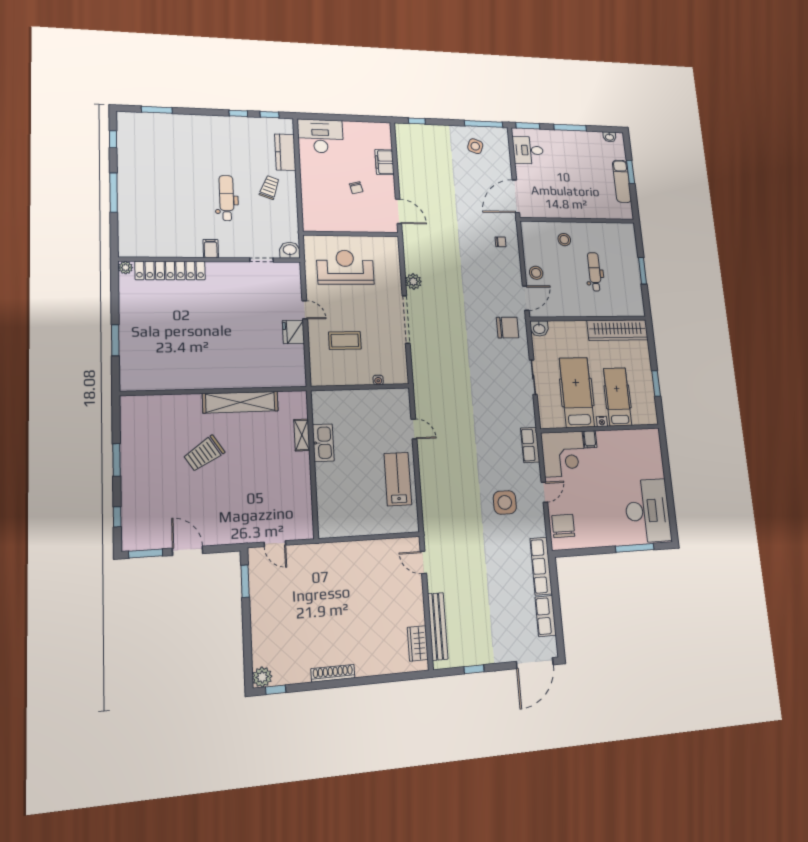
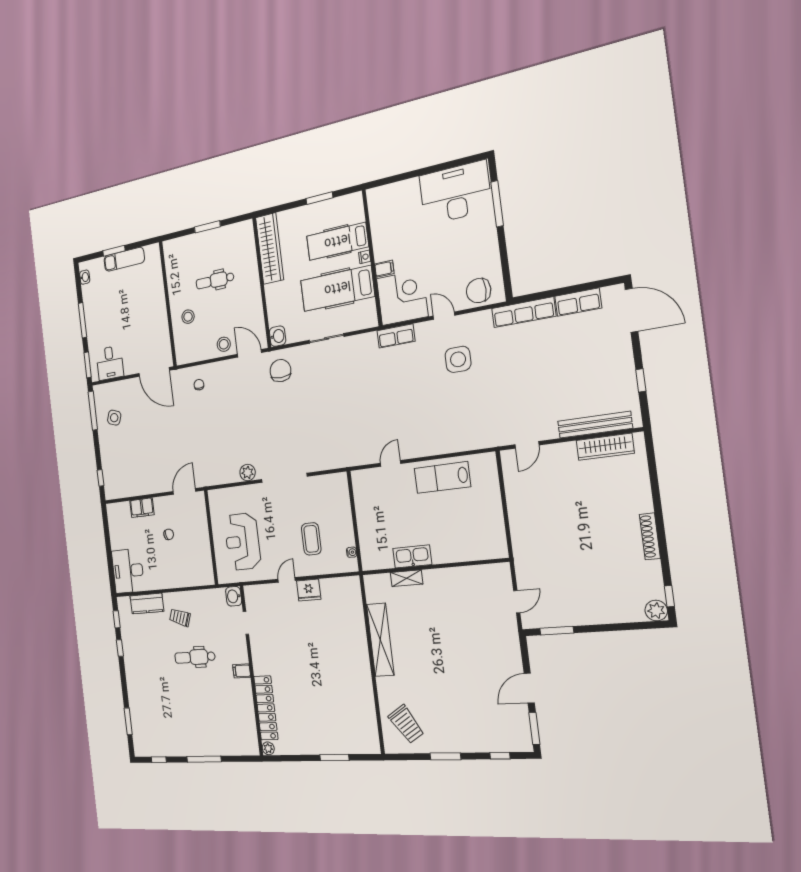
water cooler: (378, 380) -> (352, 552), moved
trolley: (204, 453) -> (406, 724), moved
wardrobe: (418, 643) -> (605, 447), width x1.50

